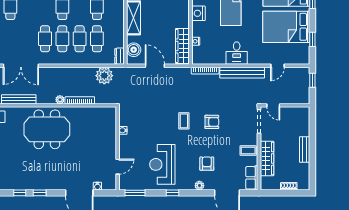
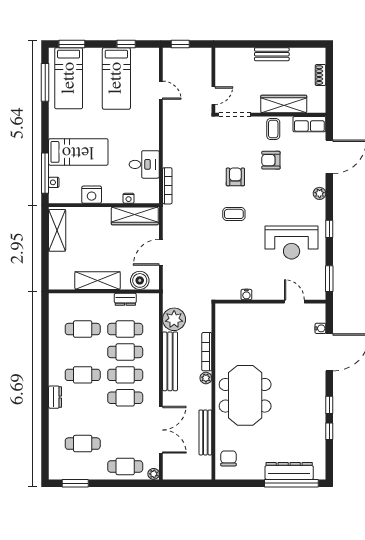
bed: (286, 27) -> (116, 78), width x0.67
desk: (237, 53) -> (144, 164), moved
dresser: (119, 56) -> (125, 299), moved
bench: (242, 73) -> (170, 361), moved
armchair: (207, 164) -> (271, 160), moved

